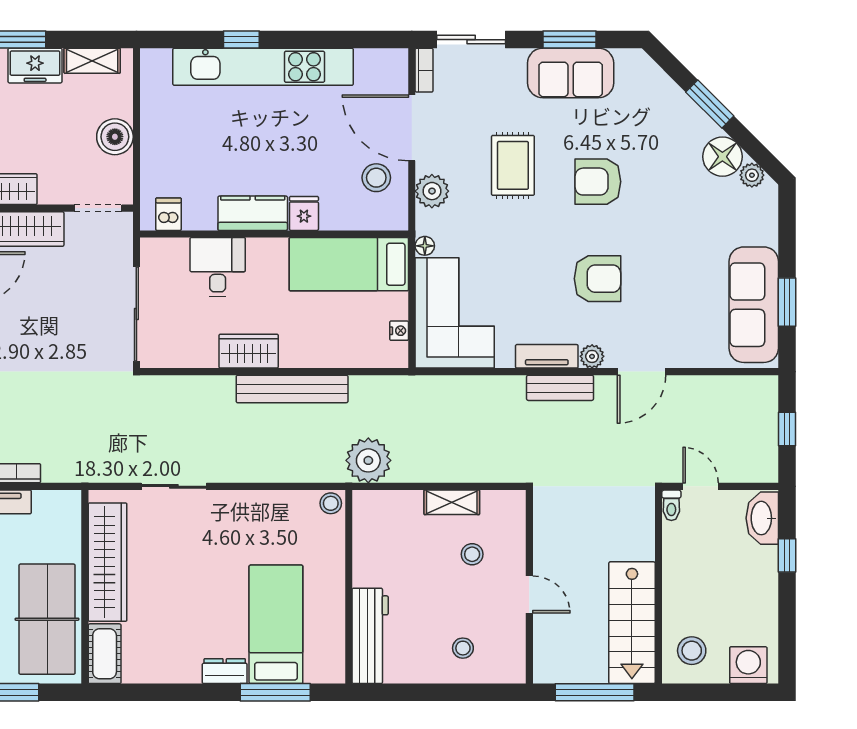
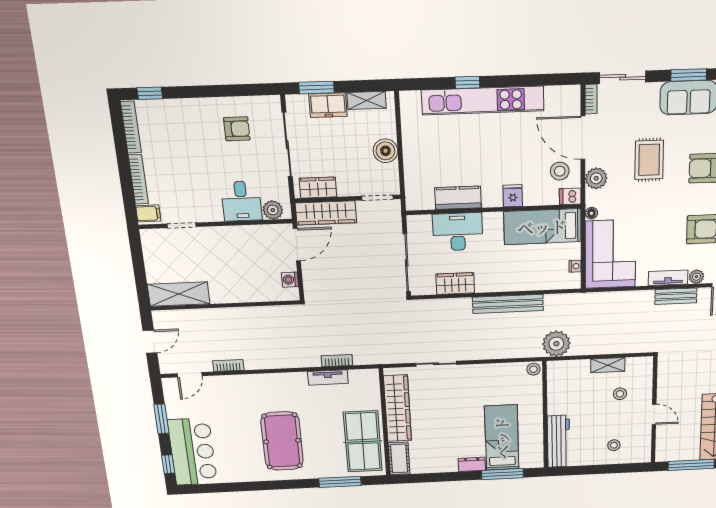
kitchen counter: (253, 213) -> (458, 198), moved
dishwasher: (169, 214) -> (570, 196), moved, turned -90
desk: (218, 267) -> (458, 232), width x1.37
wardrobe: (249, 351) -> (455, 283), moved

